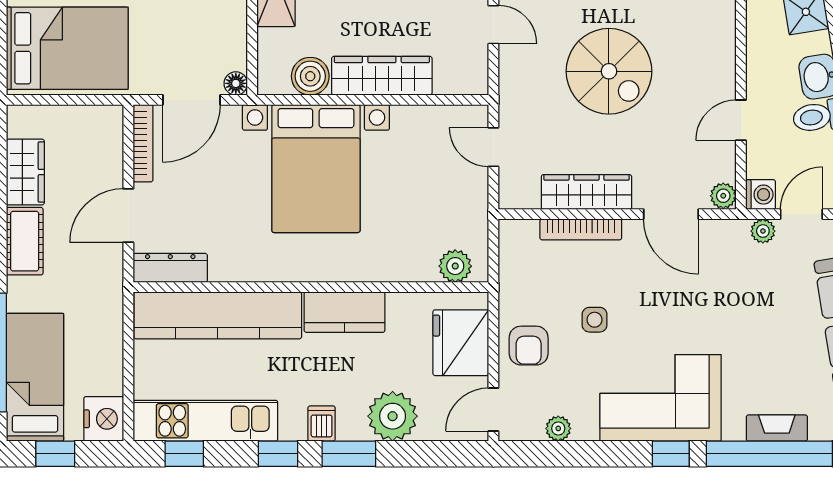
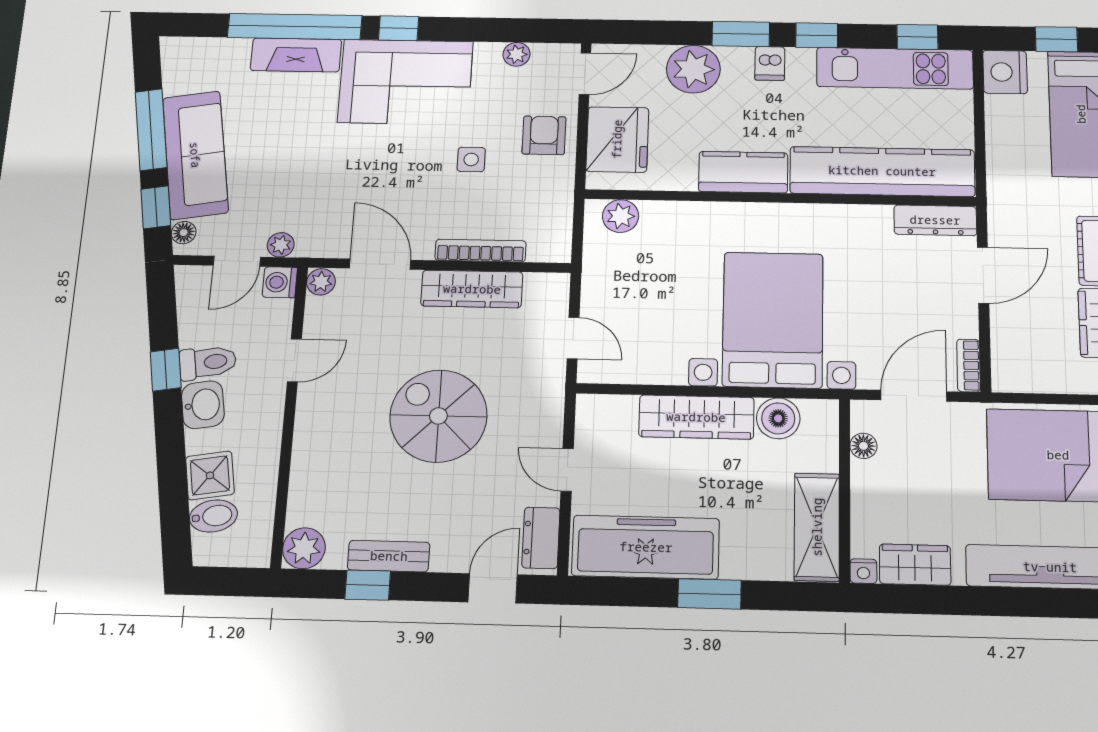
floor lamp: (236, 83) -> (863, 446), moved
bookcase: (143, 143) -> (969, 365), width x0.64
fireplace: (777, 428) -> (296, 55), width x1.37, depth x1.32

